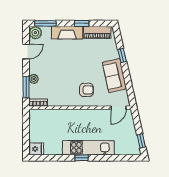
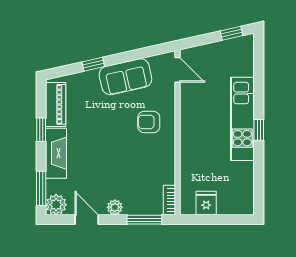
plant: (34, 79) -> (115, 207), moved
armchair: (86, 90) -> (149, 122), turned -90
fridge: (36, 149) -> (206, 203), moved

